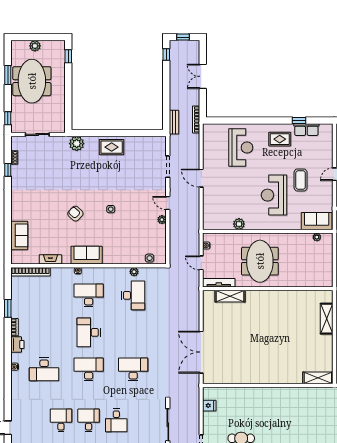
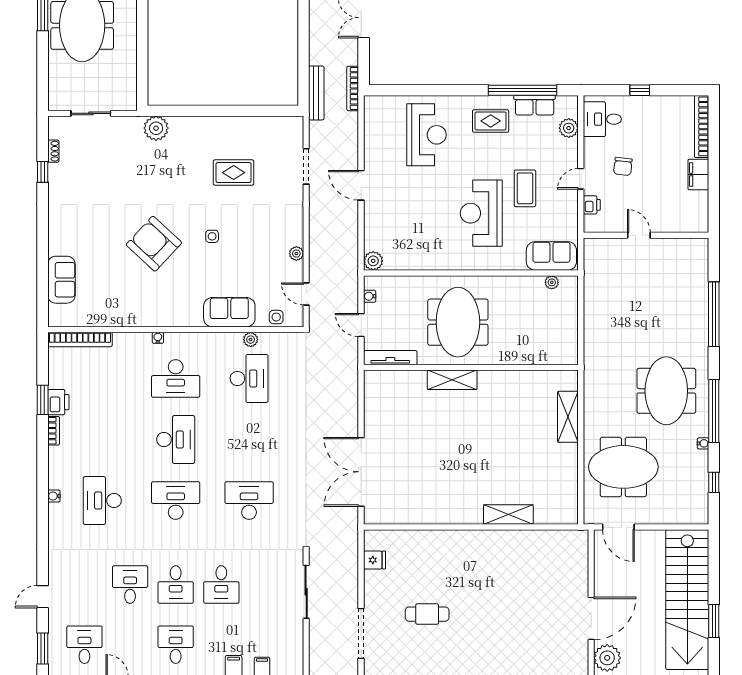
window: (8, 118) -> (43, 86), removed
window: (299, 120) -> (522, 90), width x3.17
bench: (174, 122) -> (316, 93), width x1.36
plant: (327, 143) -> (569, 128), added
rug: (112, 147) -> (234, 173), moved
door: (168, 203) -> (306, 294), moved
armchair: (75, 214) -> (154, 244), width x1.88, depth x1.88
plant: (239, 224) -> (373, 261), moved
sofa: (87, 255) -> (229, 312), moved
fireplace: (50, 259) -> (113, 319), removed
desk: (89, 295) -> (176, 378), turned 180
shelving: (230, 296) -> (452, 380), moved
desk: (89, 332) -> (176, 439), turned 180
printer: (17, 344) -> (58, 402), moved
desk: (44, 369) -> (102, 501), turned 90
shelving: (318, 378) -> (508, 515), moved
desk: (89, 420) -> (176, 585), turned 180

